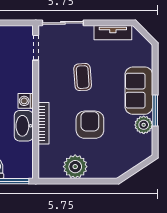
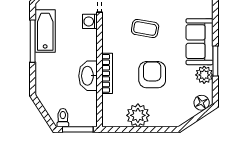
coffee table: (83, 77) -> (145, 28), turned -76
washing machine: (26, 101) -> (90, 21), moved
floor lamp: (141, 154) -> (202, 103), added

